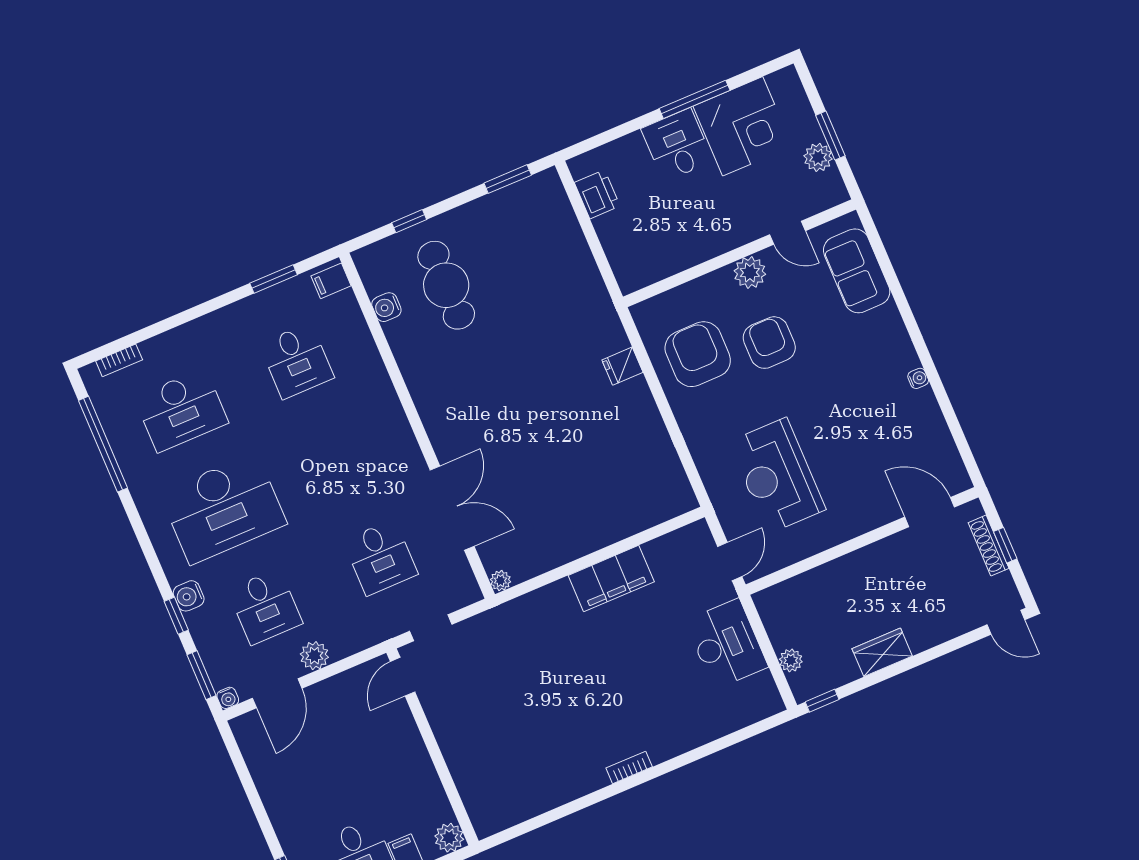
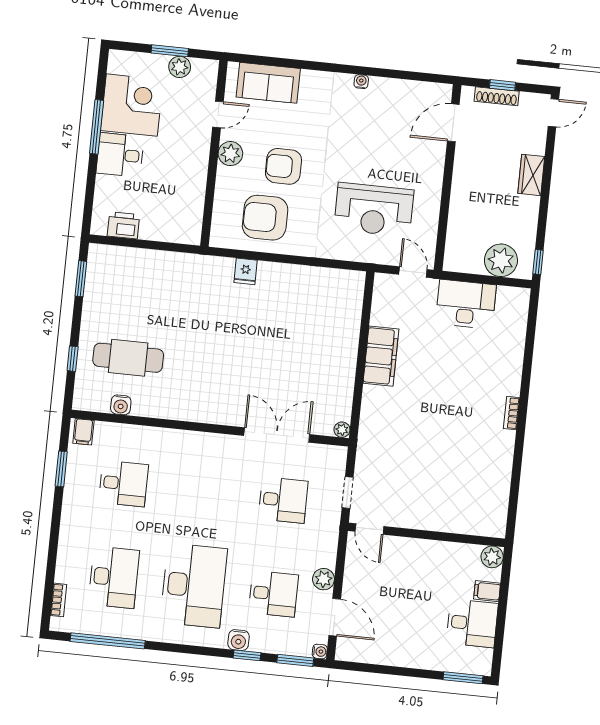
wardrobe: (882, 652) -> (531, 175), moved
plant: (791, 660) -> (501, 260), width x1.87, depth x1.87

